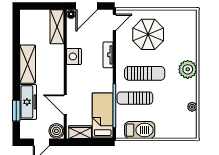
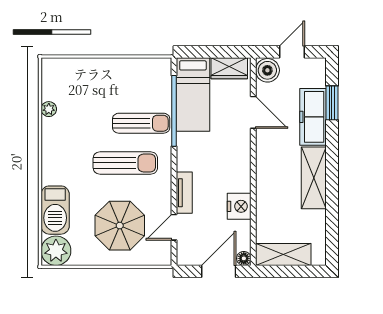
door: (114, 22) -> (174, 227), moved
shelving: (57, 27) -> (283, 254), moved, turned 90
nightstand: (74, 56) -> (239, 206), moved
plant: (188, 69) -> (56, 251), moved
sun lounger: (145, 73) -> (125, 163), turned 180
barbecue: (140, 130) -> (55, 210), moved, turned -90

